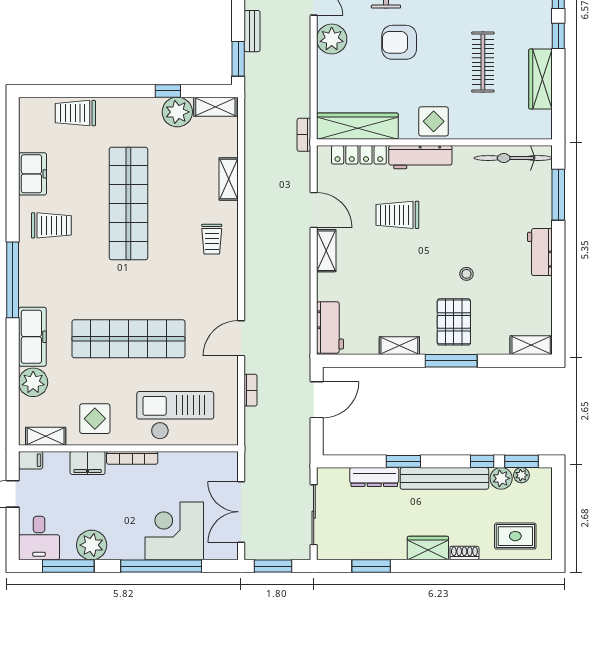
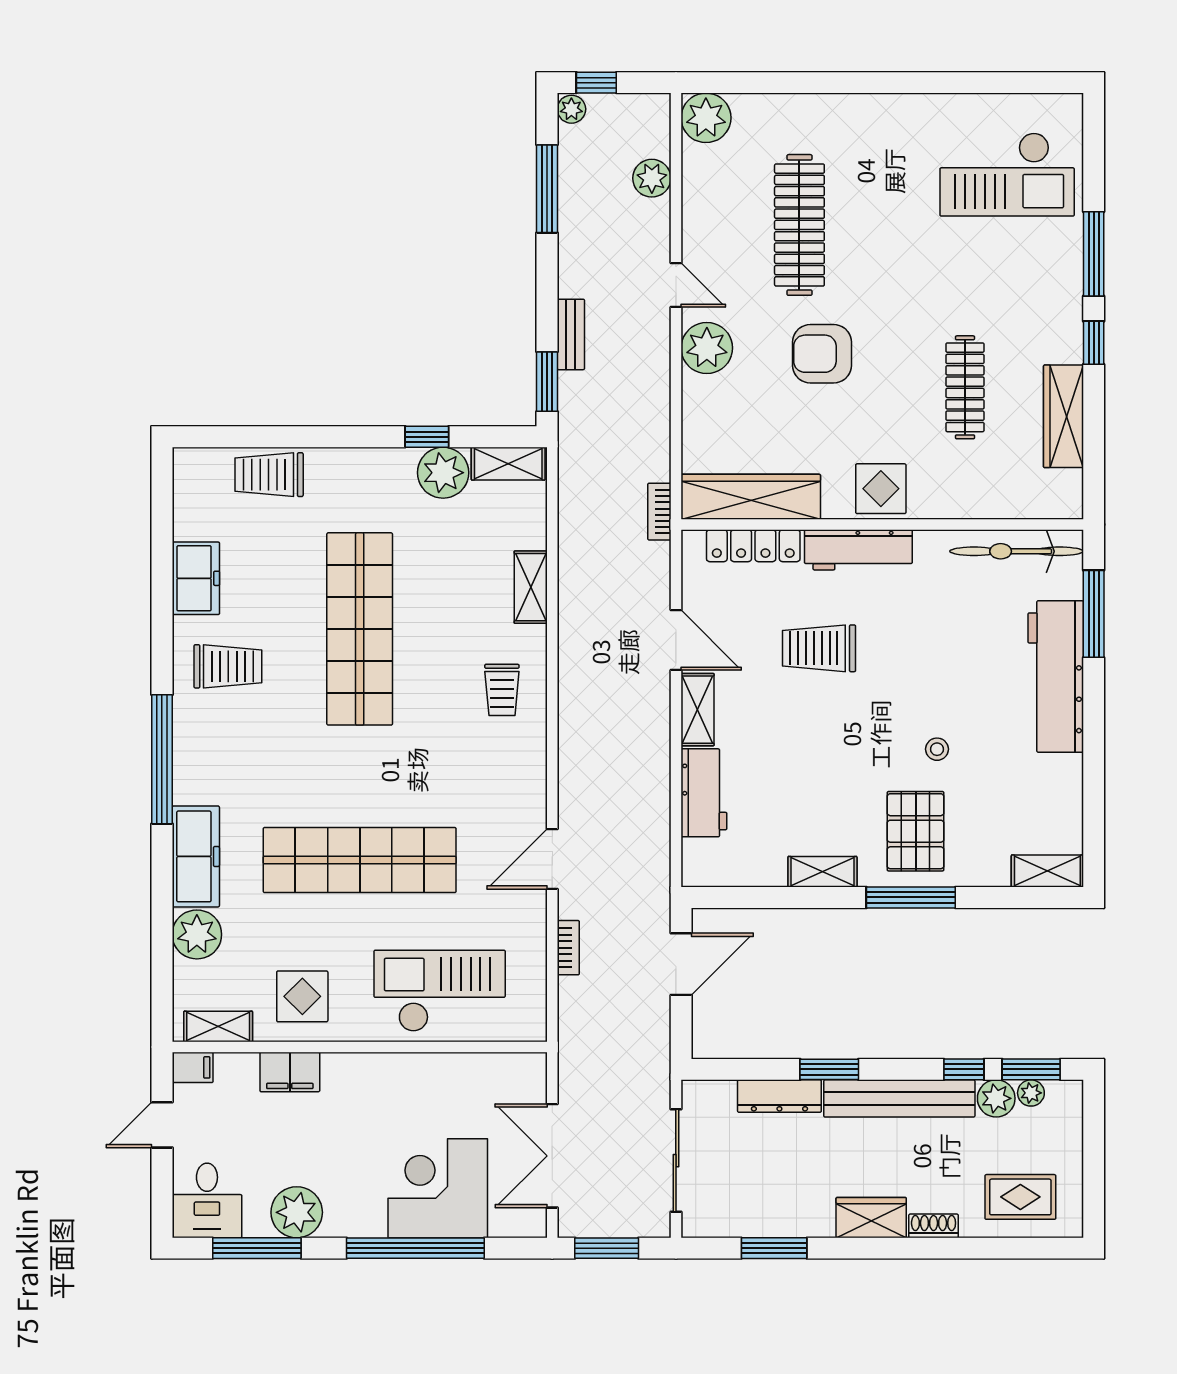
workbench: (540, 252) -> (1056, 676), width x1.88, depth x1.32
workbench: (330, 327) -> (704, 793), moved
bookcase: (132, 458) -> (366, 1063), removed

